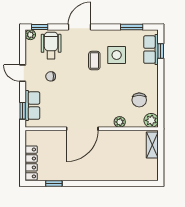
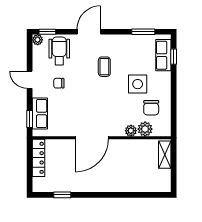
side table: (117, 55) -> (138, 84), moved
plant: (151, 120) -> (145, 129), moved
locker: (31, 163) -> (39, 158), moved

